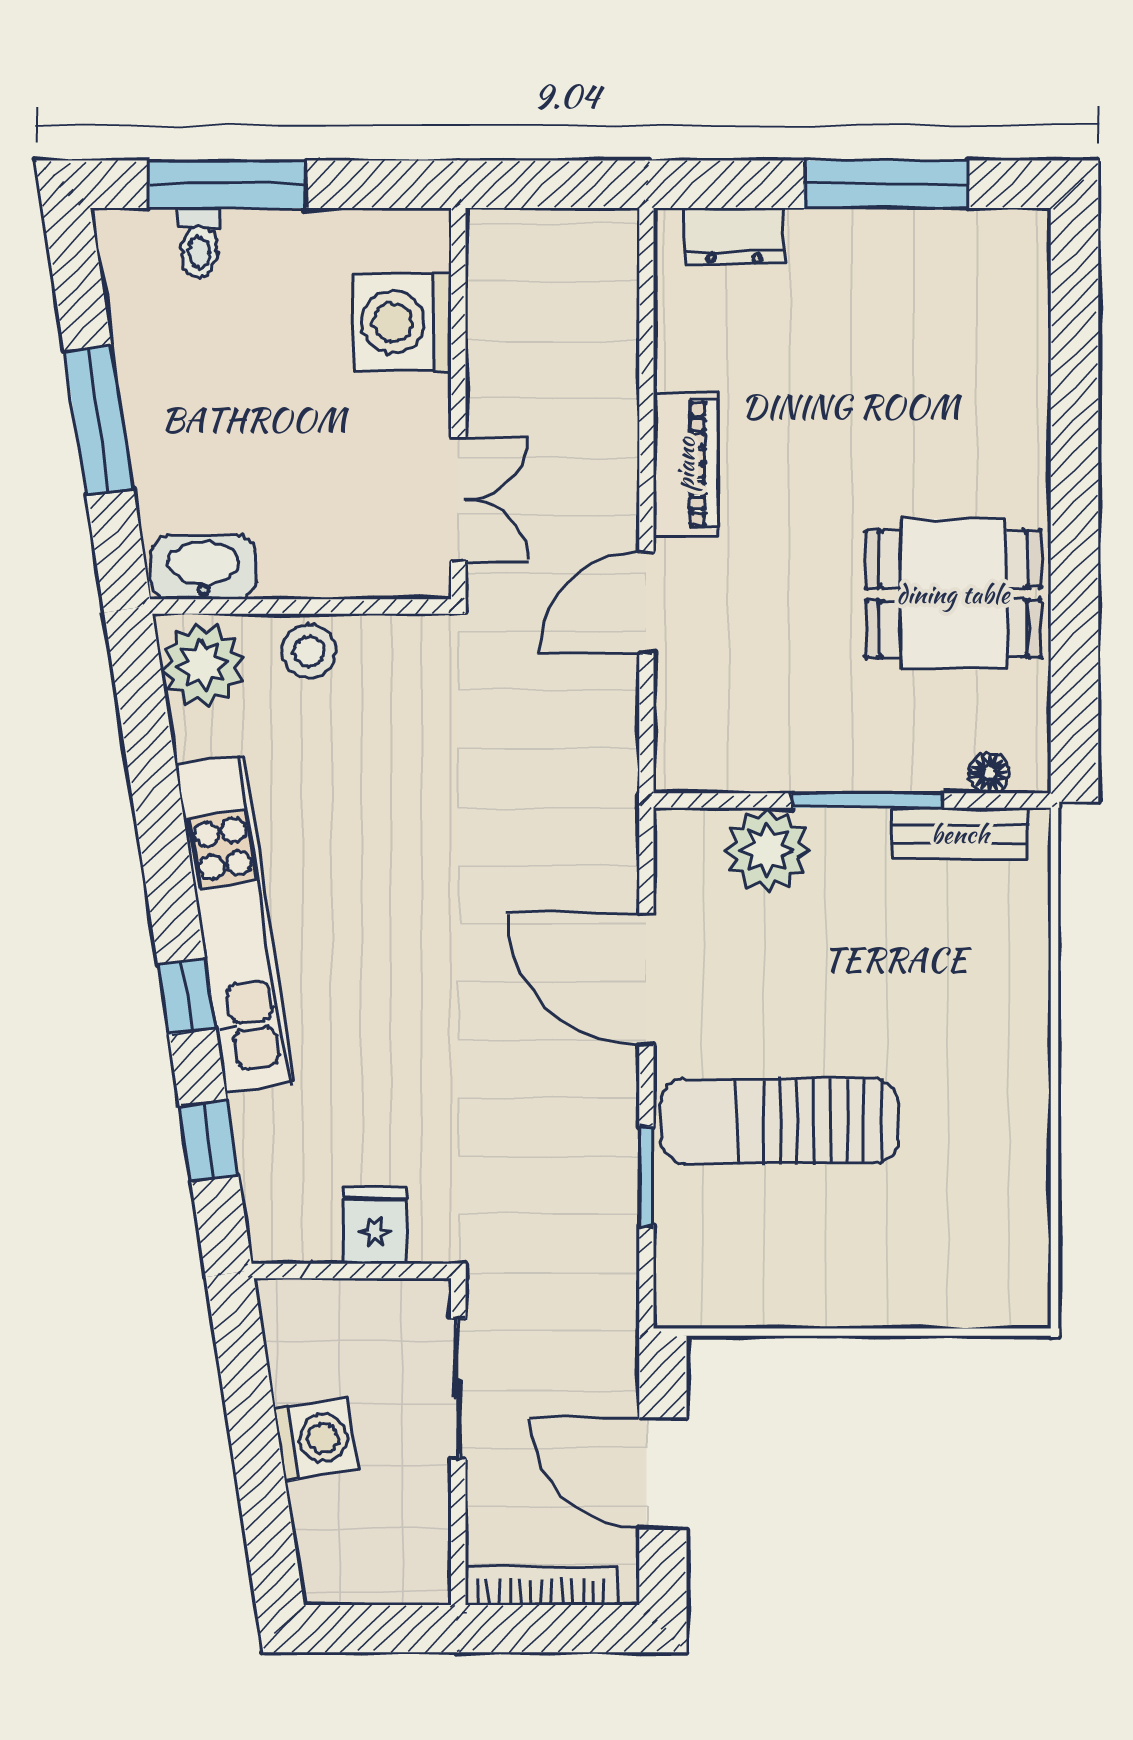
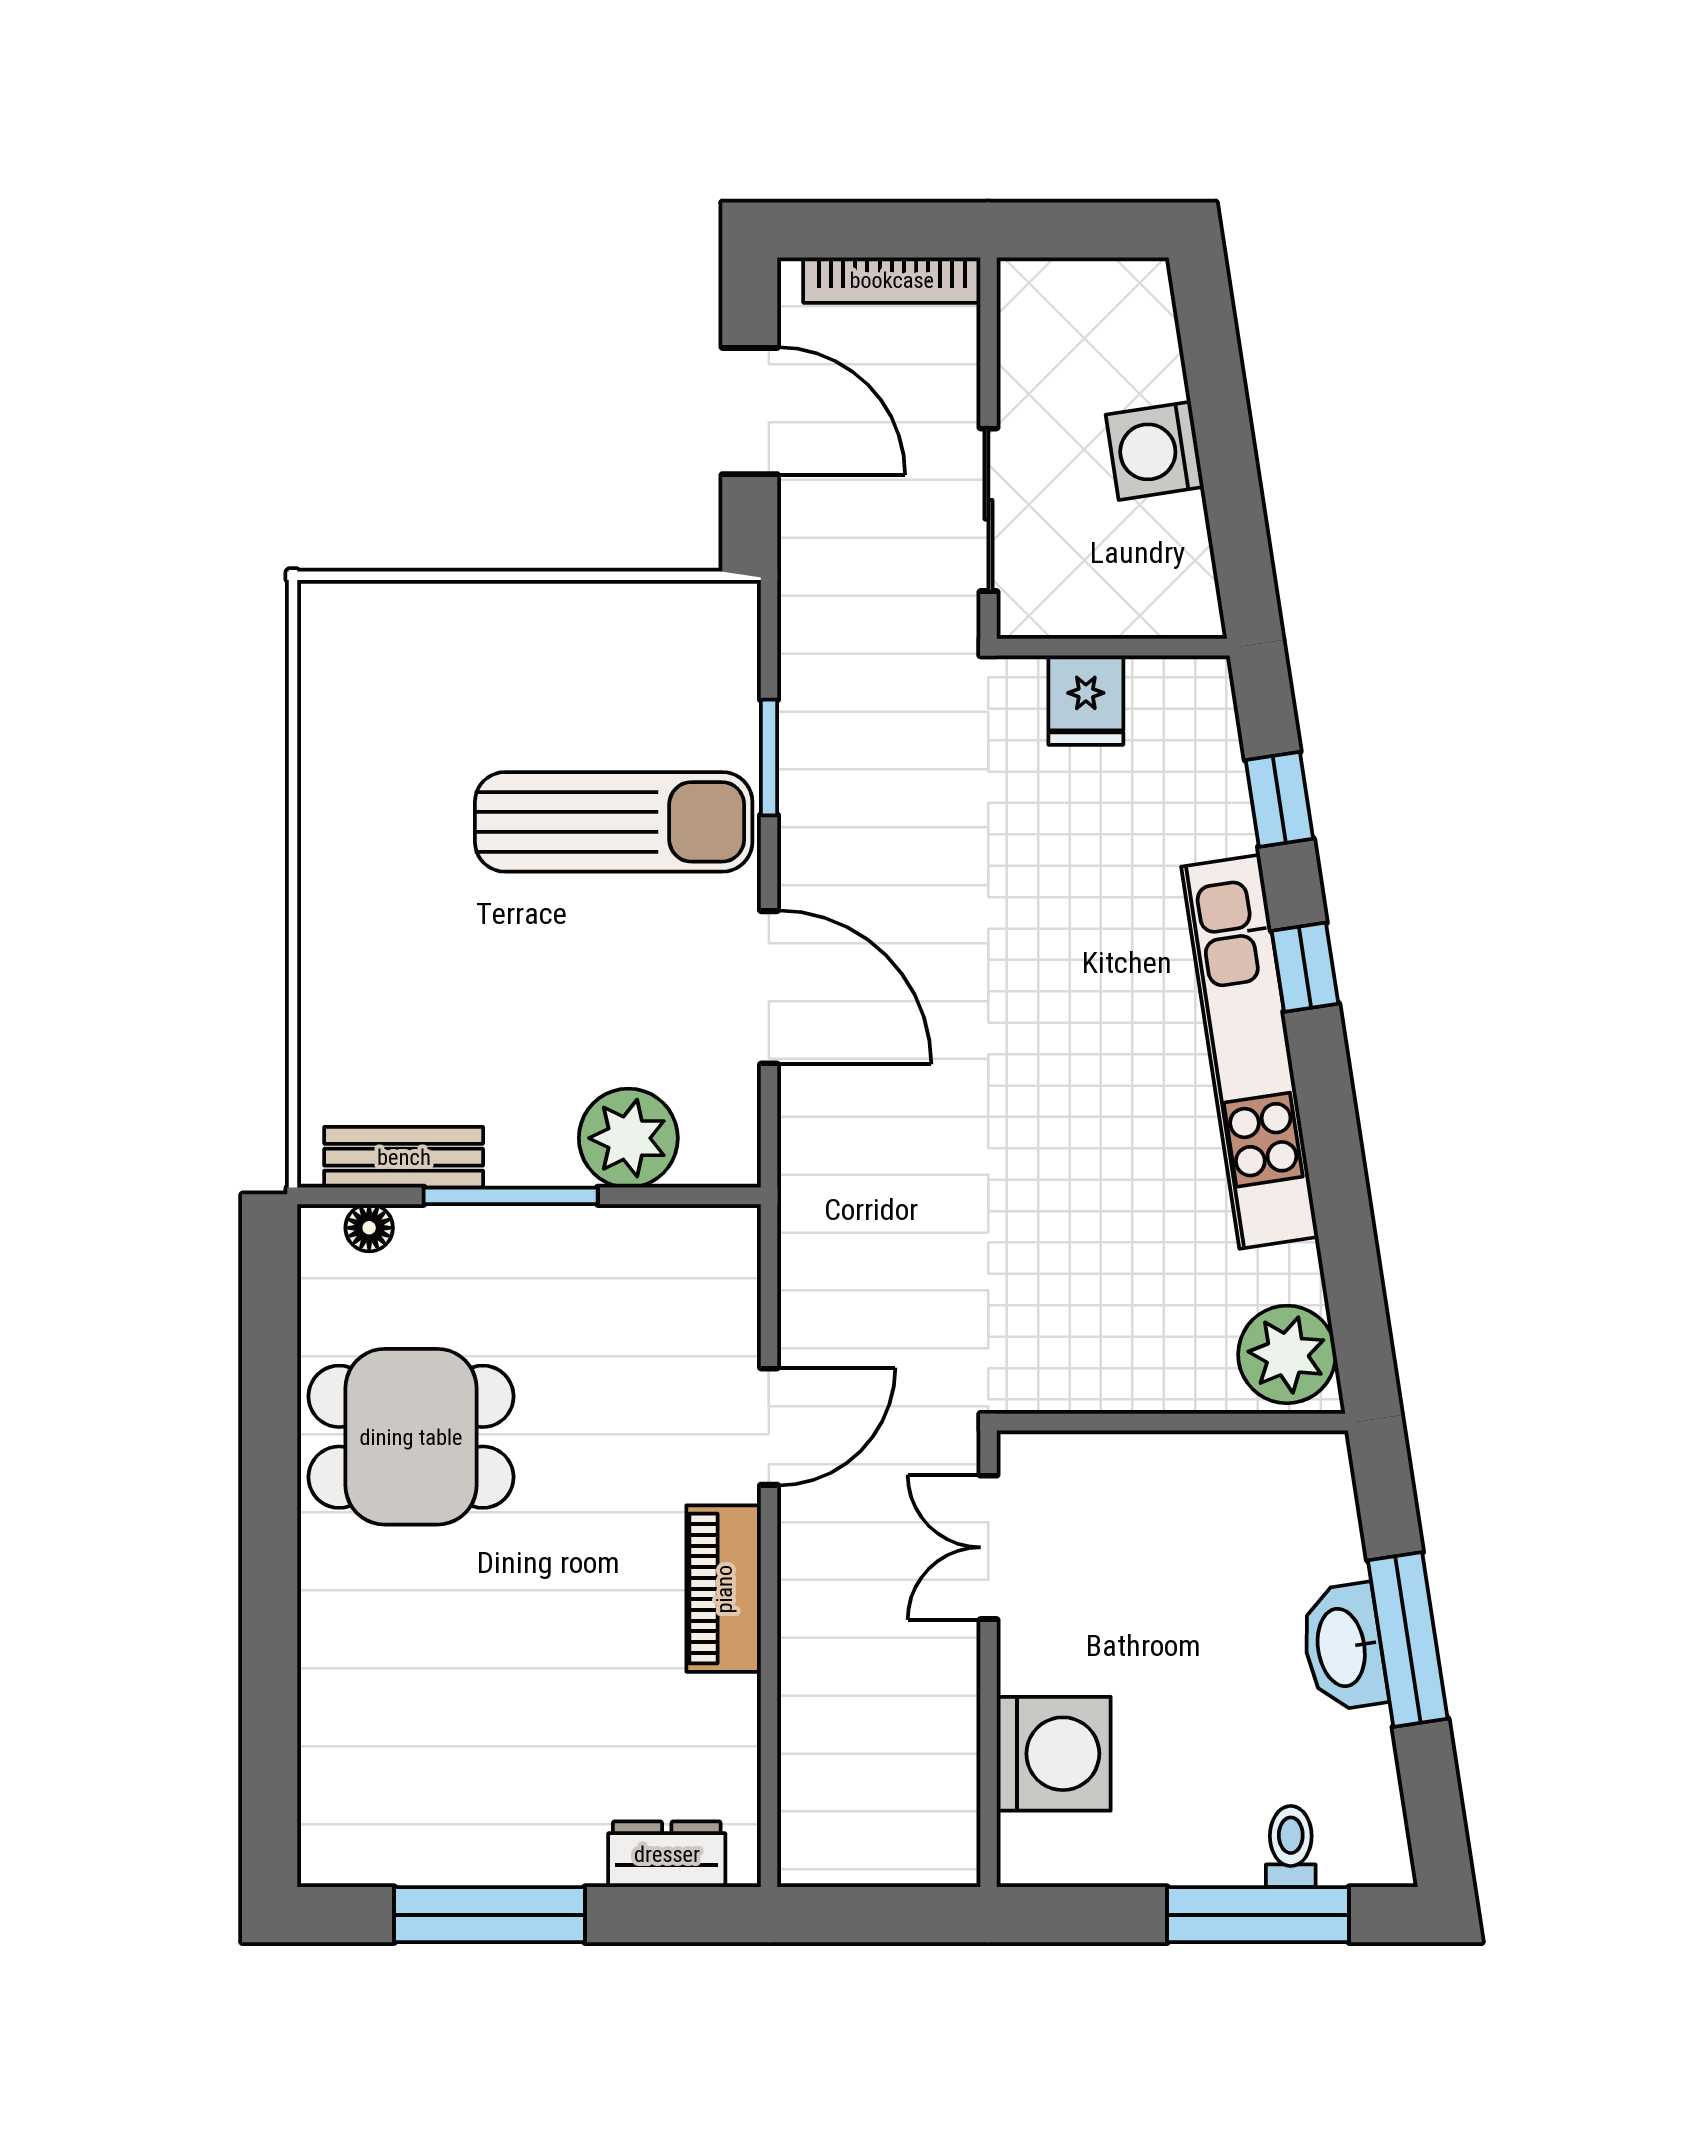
washbasin: (203, 567) -> (1343, 1647), moved, turned 81
stool: (309, 651) -> (1163, 1370), removed

